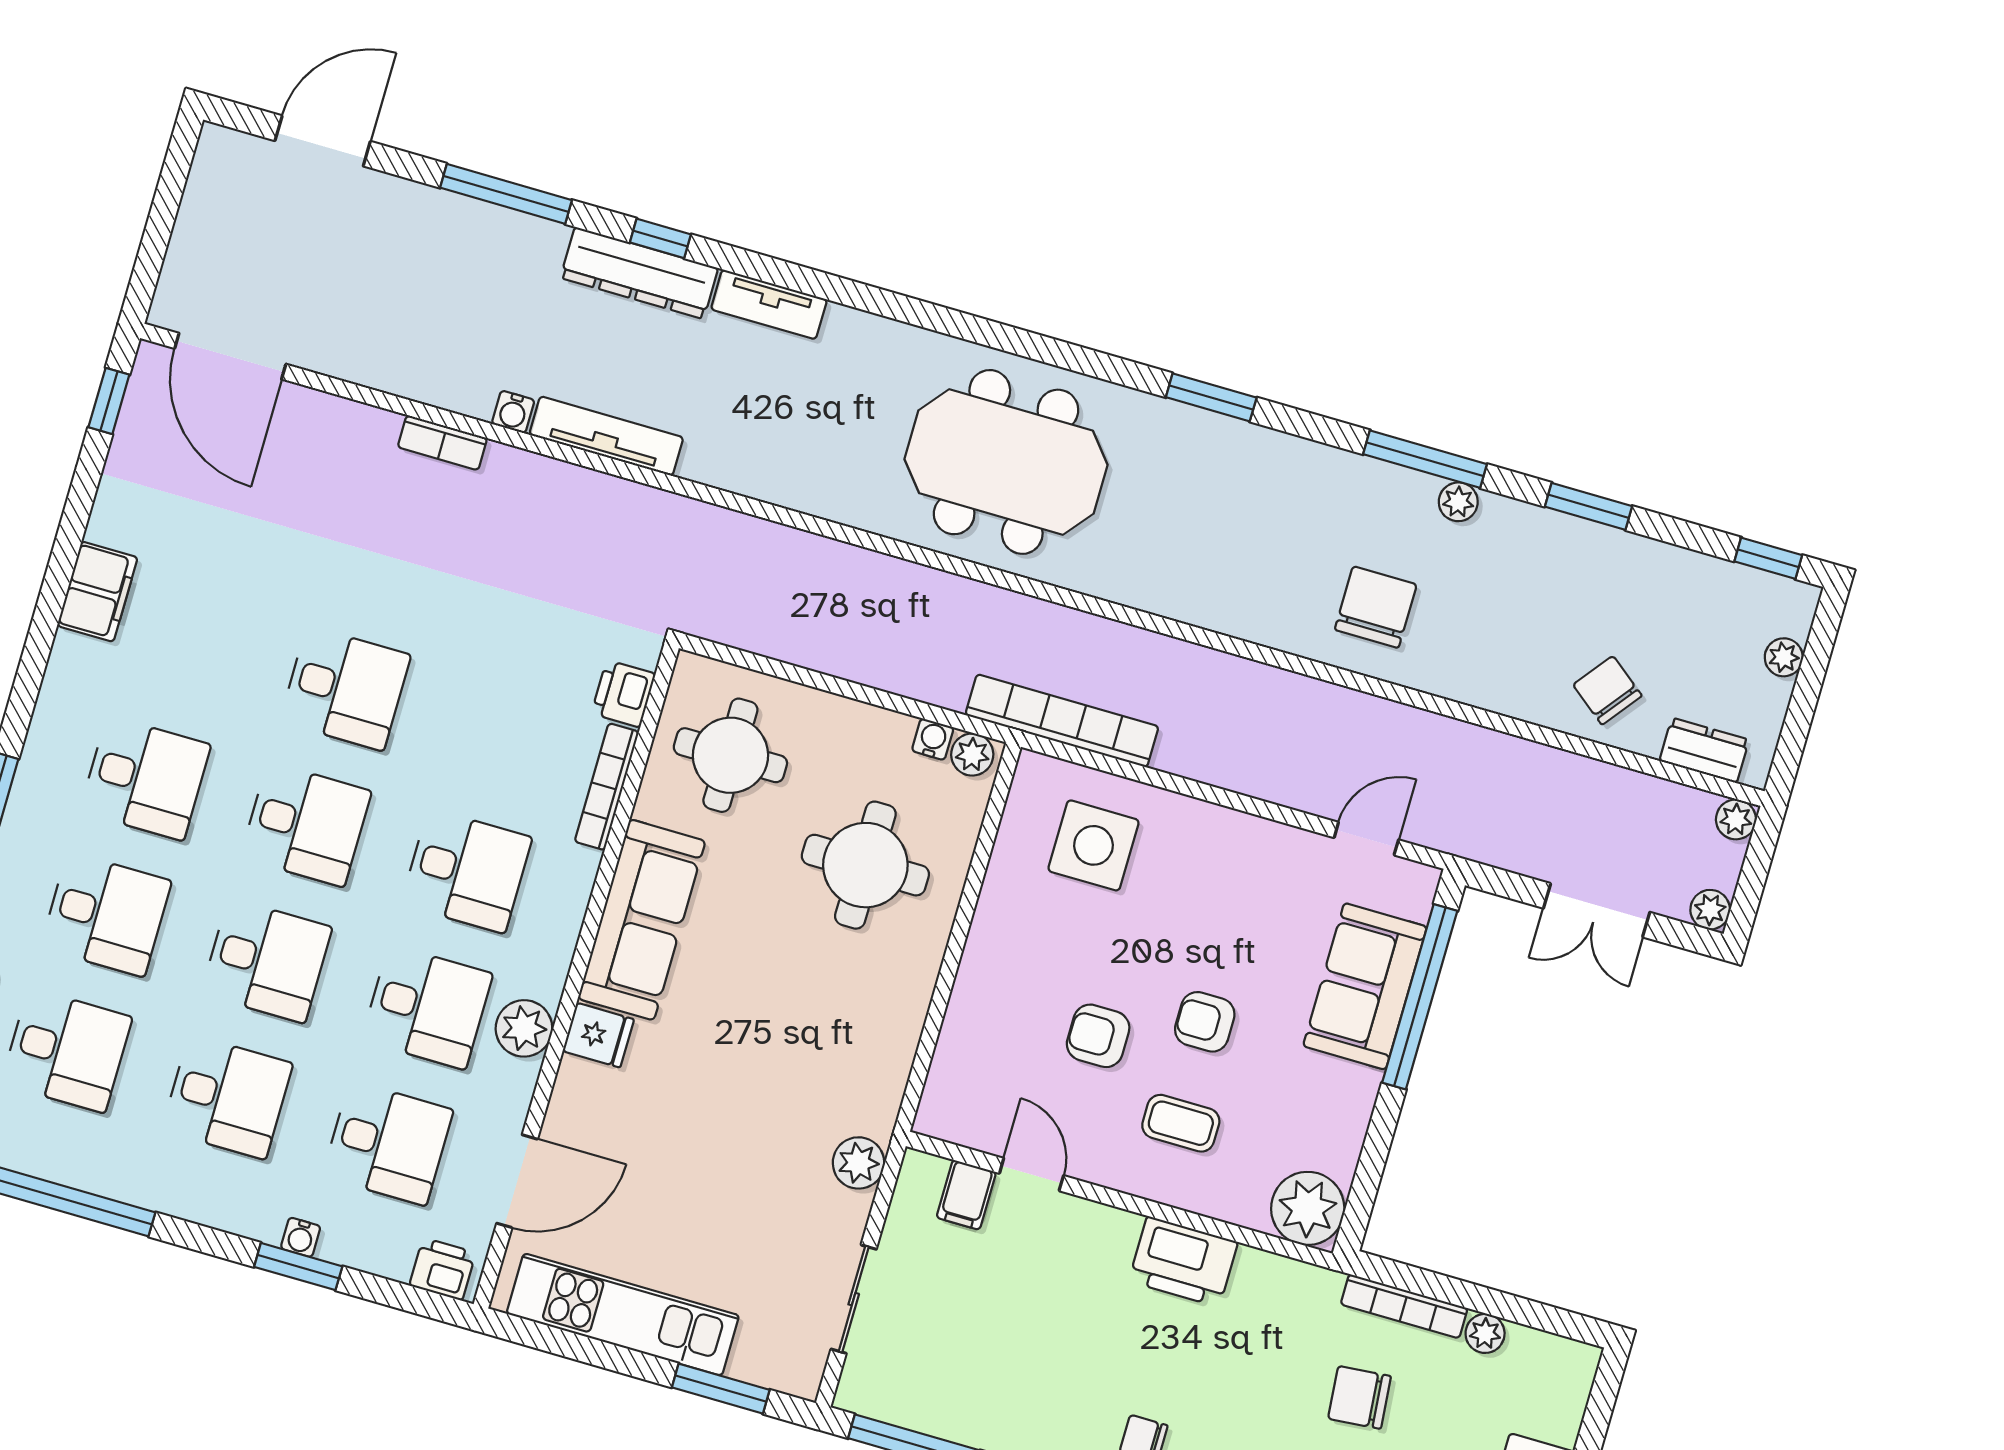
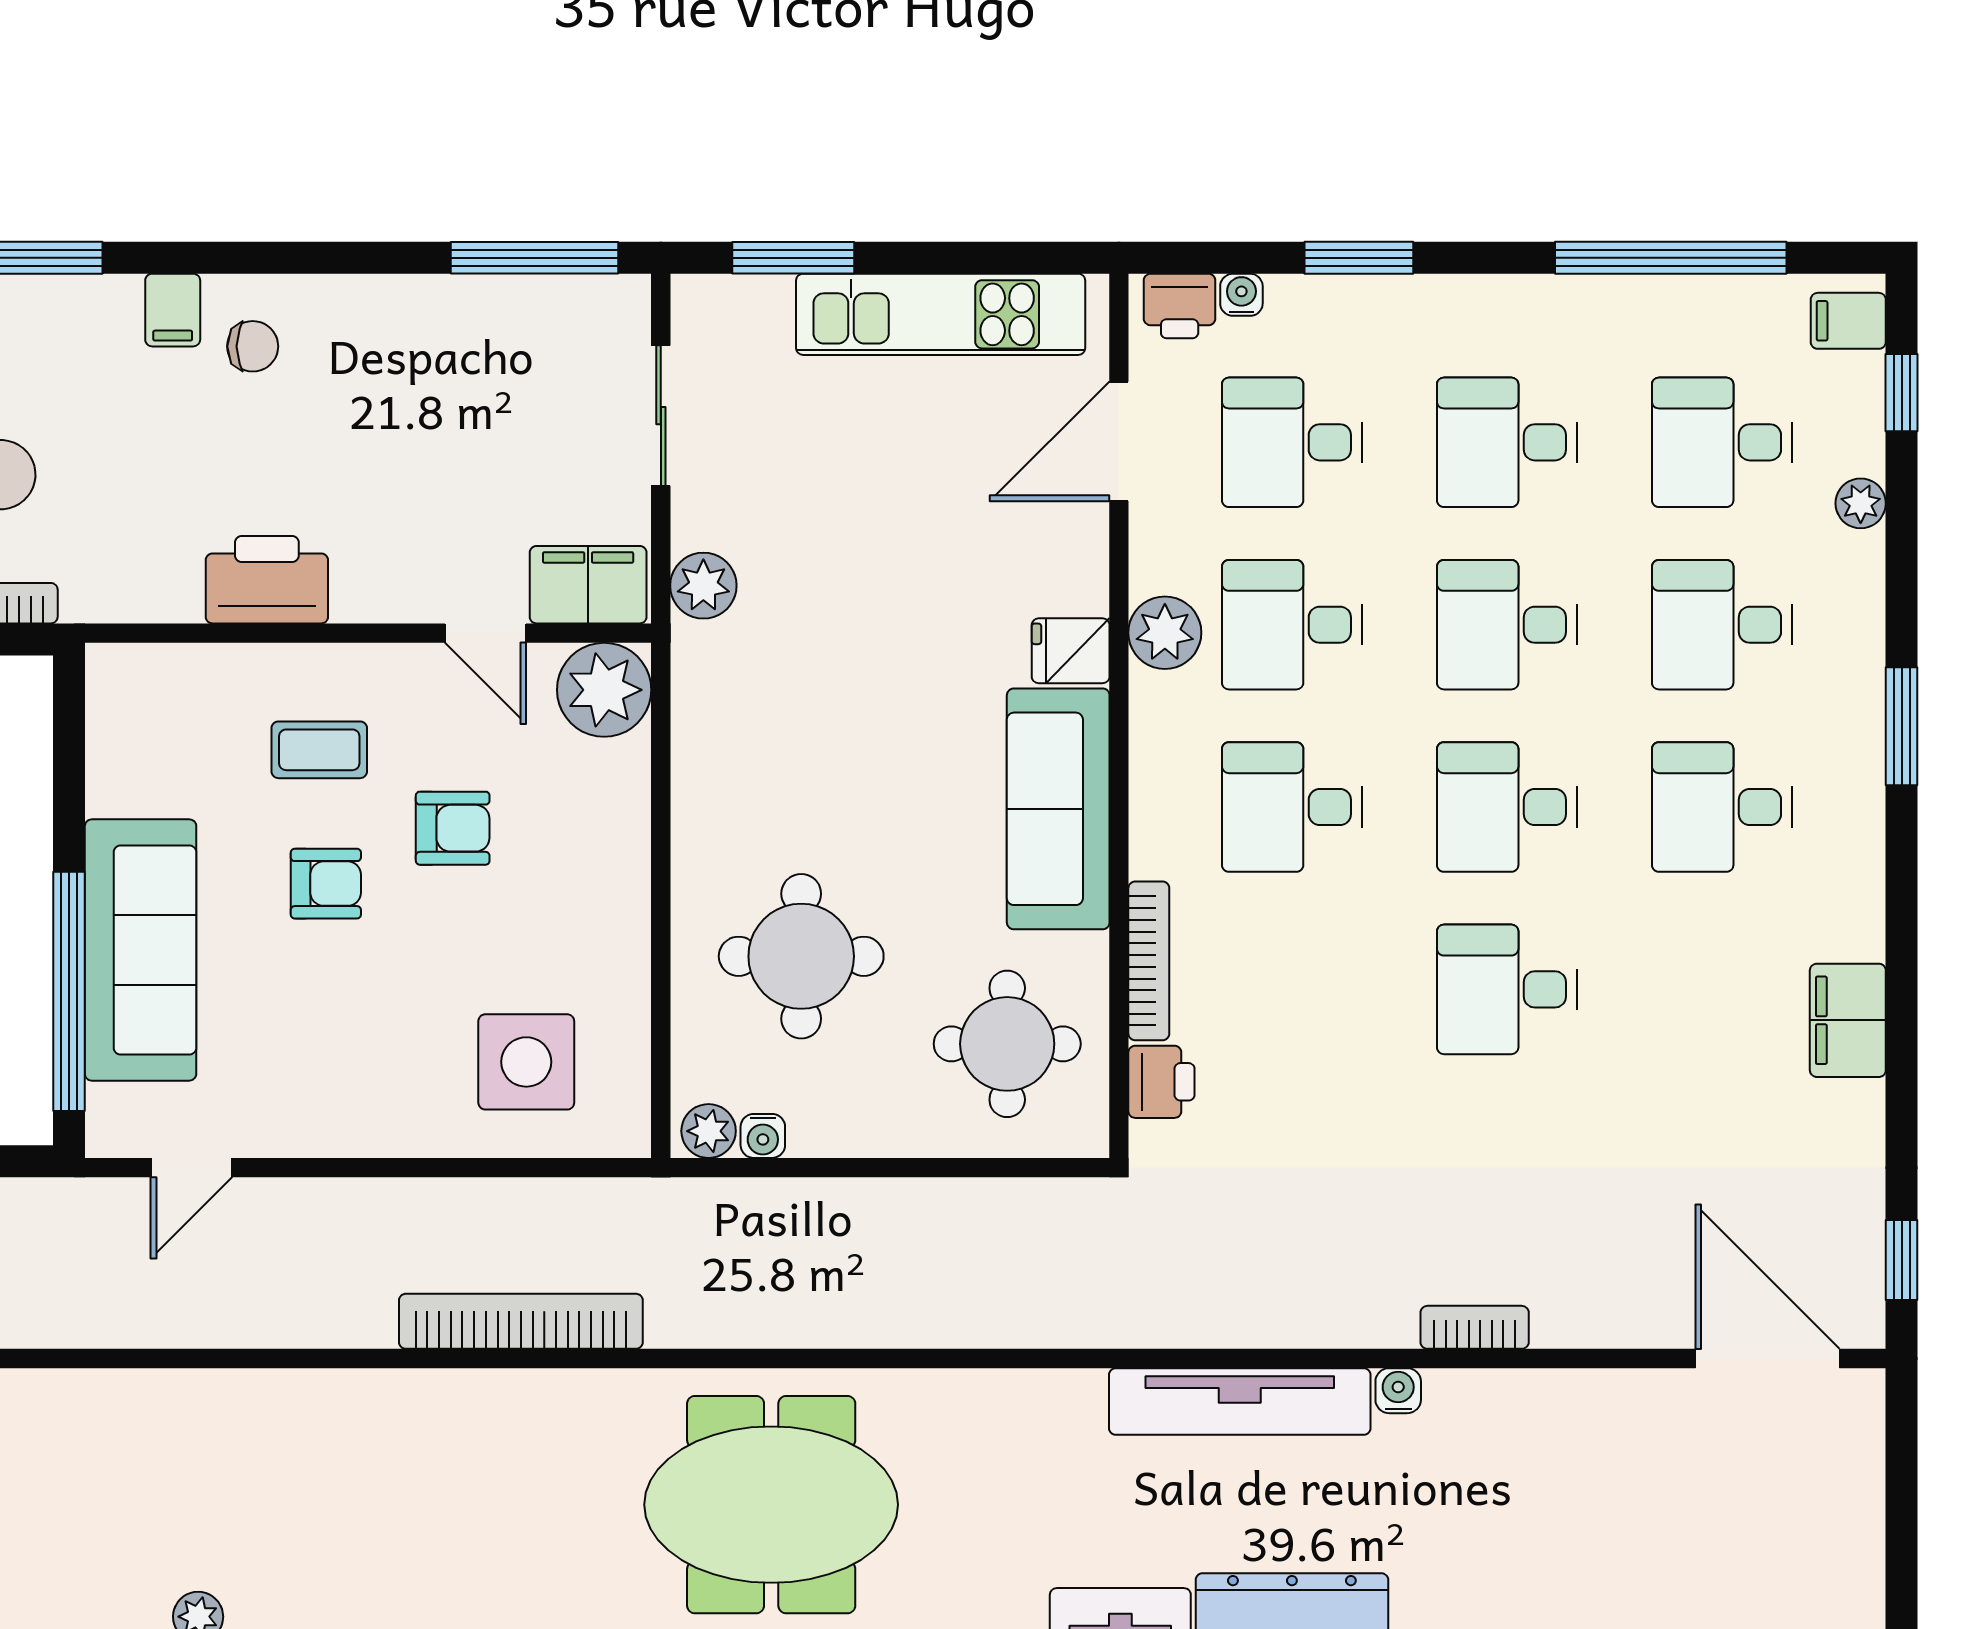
tv unit: (606, 436) -> (1240, 1402), width x1.36, depth x1.29
chair: (1376, 607) -> (263, 1457), removed
bookcase: (1062, 721) -> (521, 1321), moved, turned 180
sofa: (1365, 986) -> (141, 950), width x1.36
filing cabinet: (966, 1195) -> (588, 585), width x2.00
plant: (1308, 1208) -> (604, 690), moved
water cooler: (301, 1237) -> (1241, 295), moved

